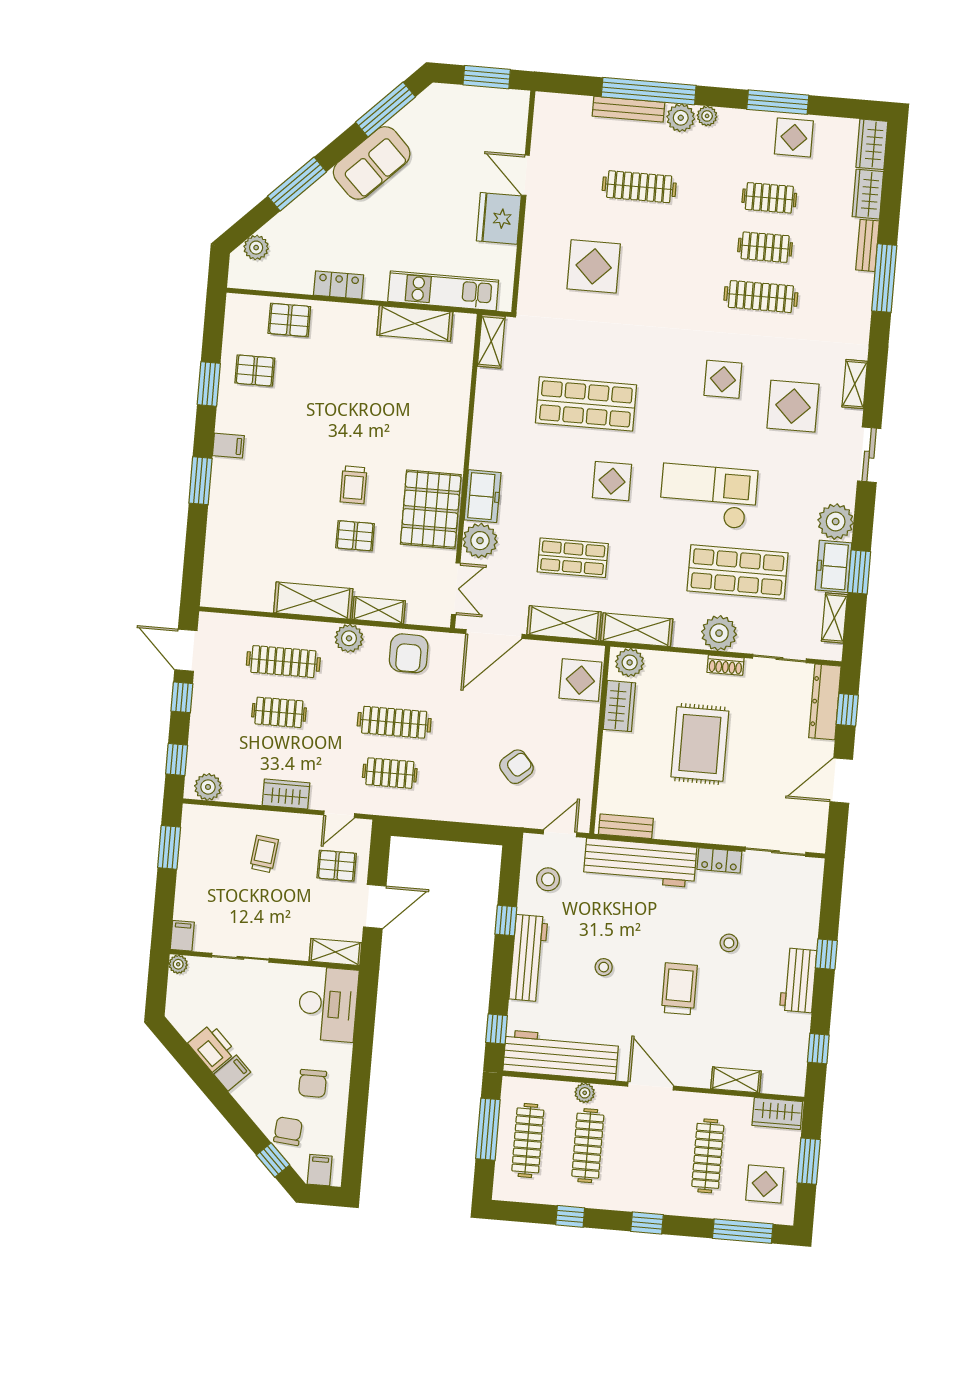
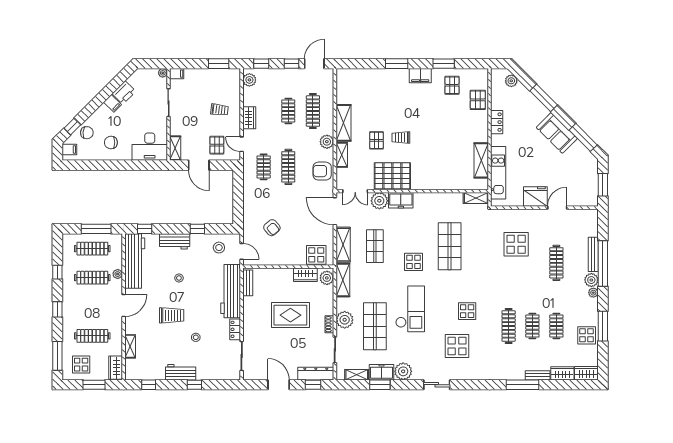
shelving: (855, 384) -> (470, 375), removed
filing cabinet: (228, 446) -> (420, 76), width x2.00
workbench: (528, 958) -> (175, 241), width x0.73

